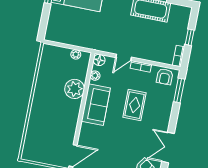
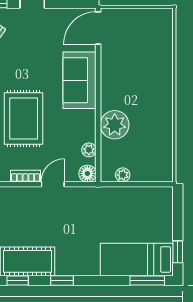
sofa: (96, 105) -> (80, 80), moved
rug: (135, 105) -> (24, 118), width x1.36, depth x1.43

